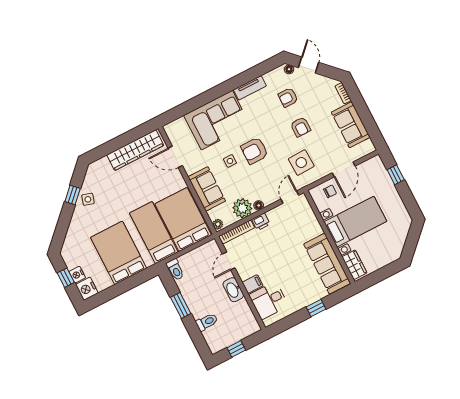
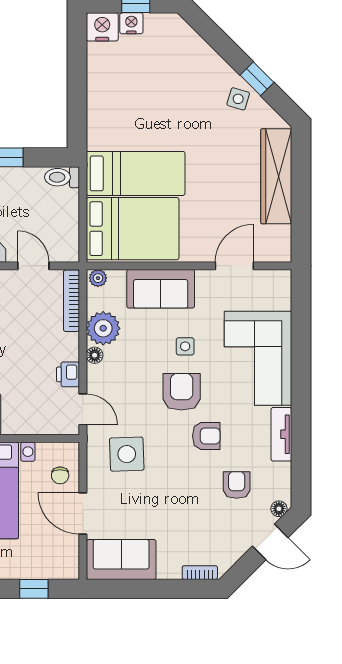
sofa: (351, 125) -> (121, 559), moved
armchair: (301, 127) -> (206, 436), moved, turned 180
wardrobe: (135, 150) -> (276, 176), moved
printer: (261, 222) -> (68, 374), moved
bed: (119, 253) -> (132, 104), removed

